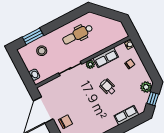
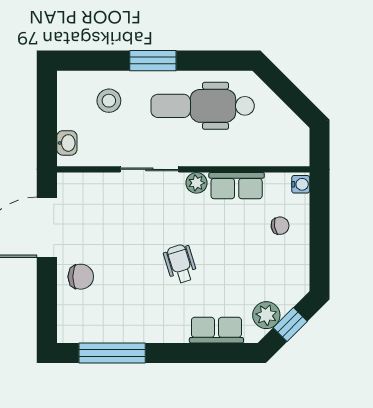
dental chair: (78, 34) -> (203, 106), width x1.36, depth x1.38
window: (33, 36) -> (153, 61), moved
wheelchair: (108, 87) -> (180, 264), moved
plant: (146, 87) -> (266, 315), moved

